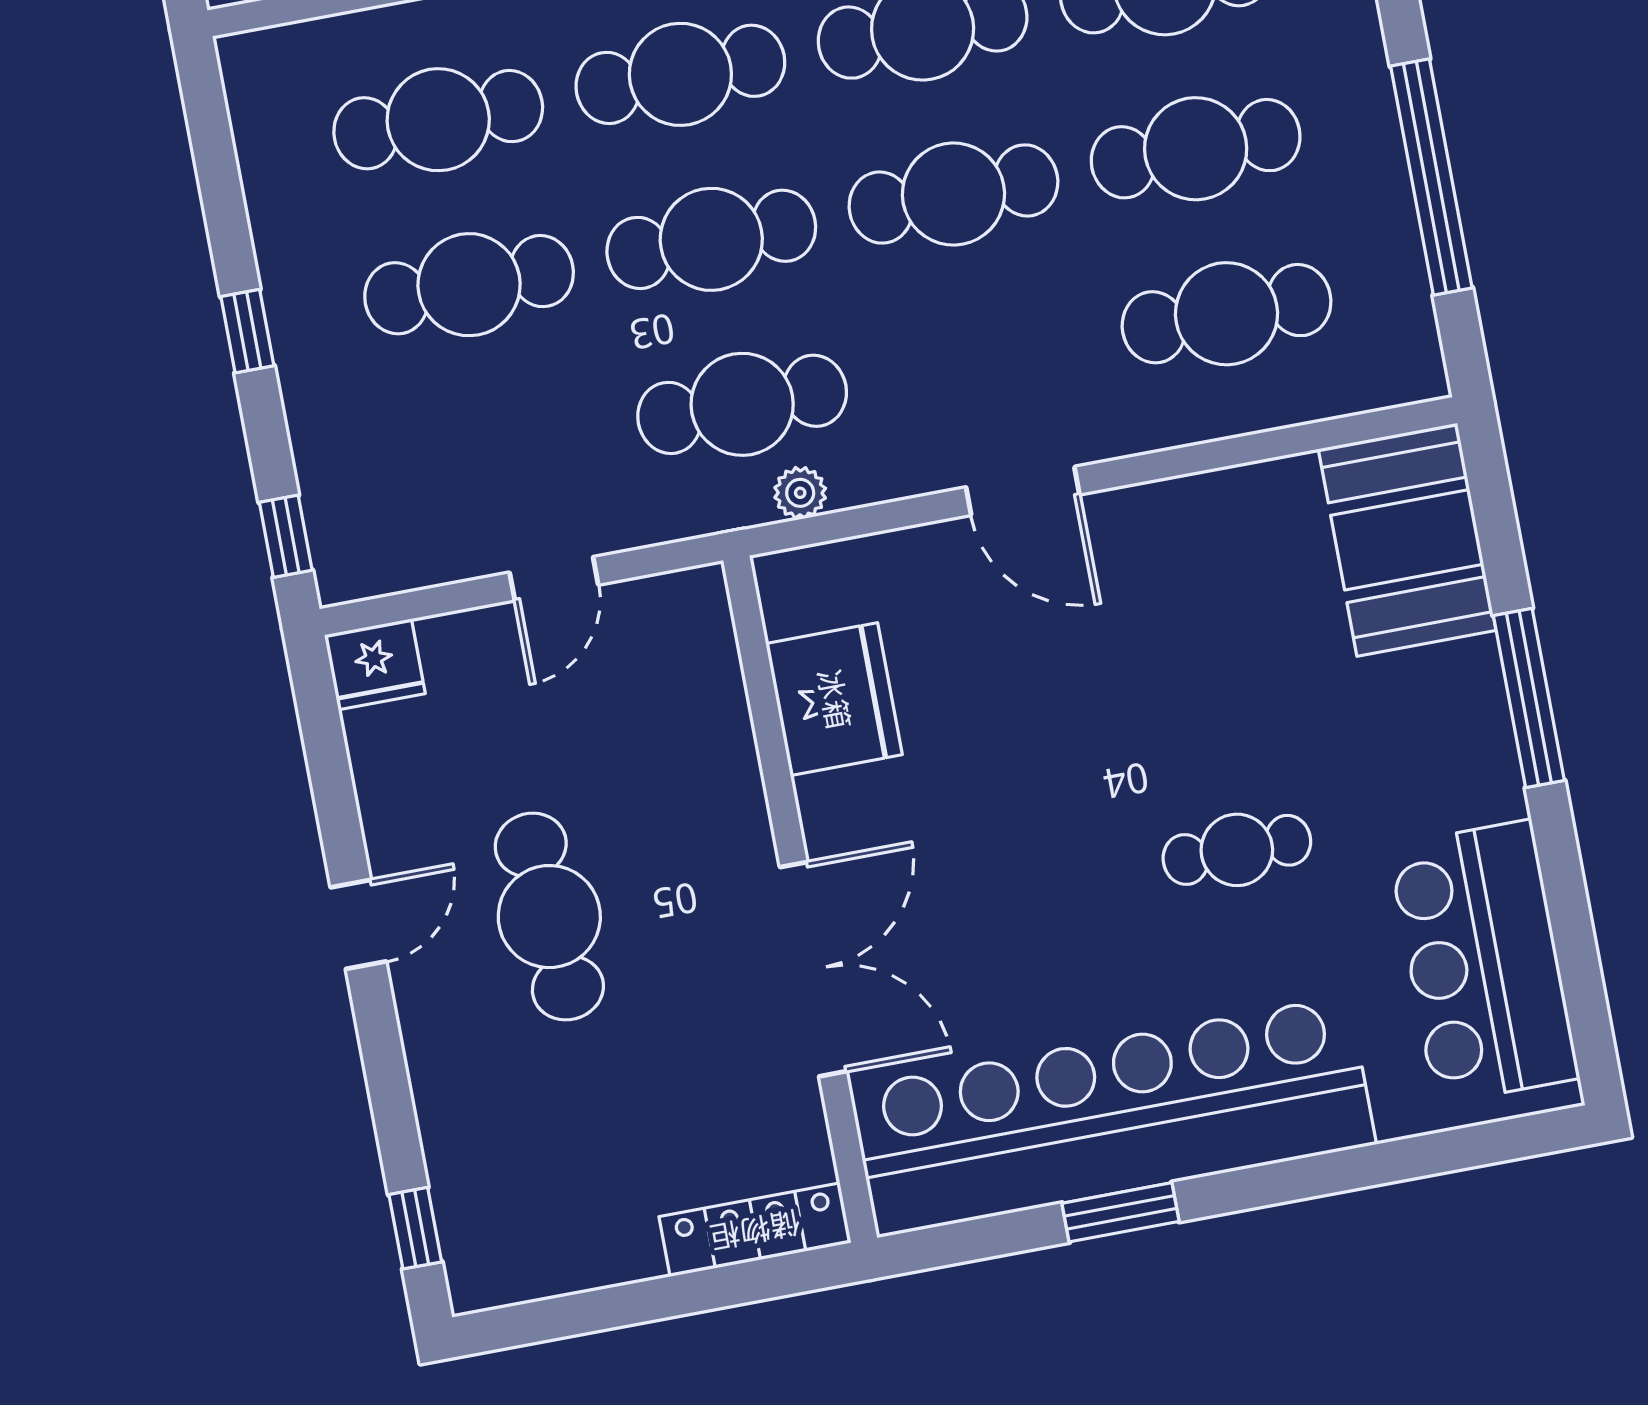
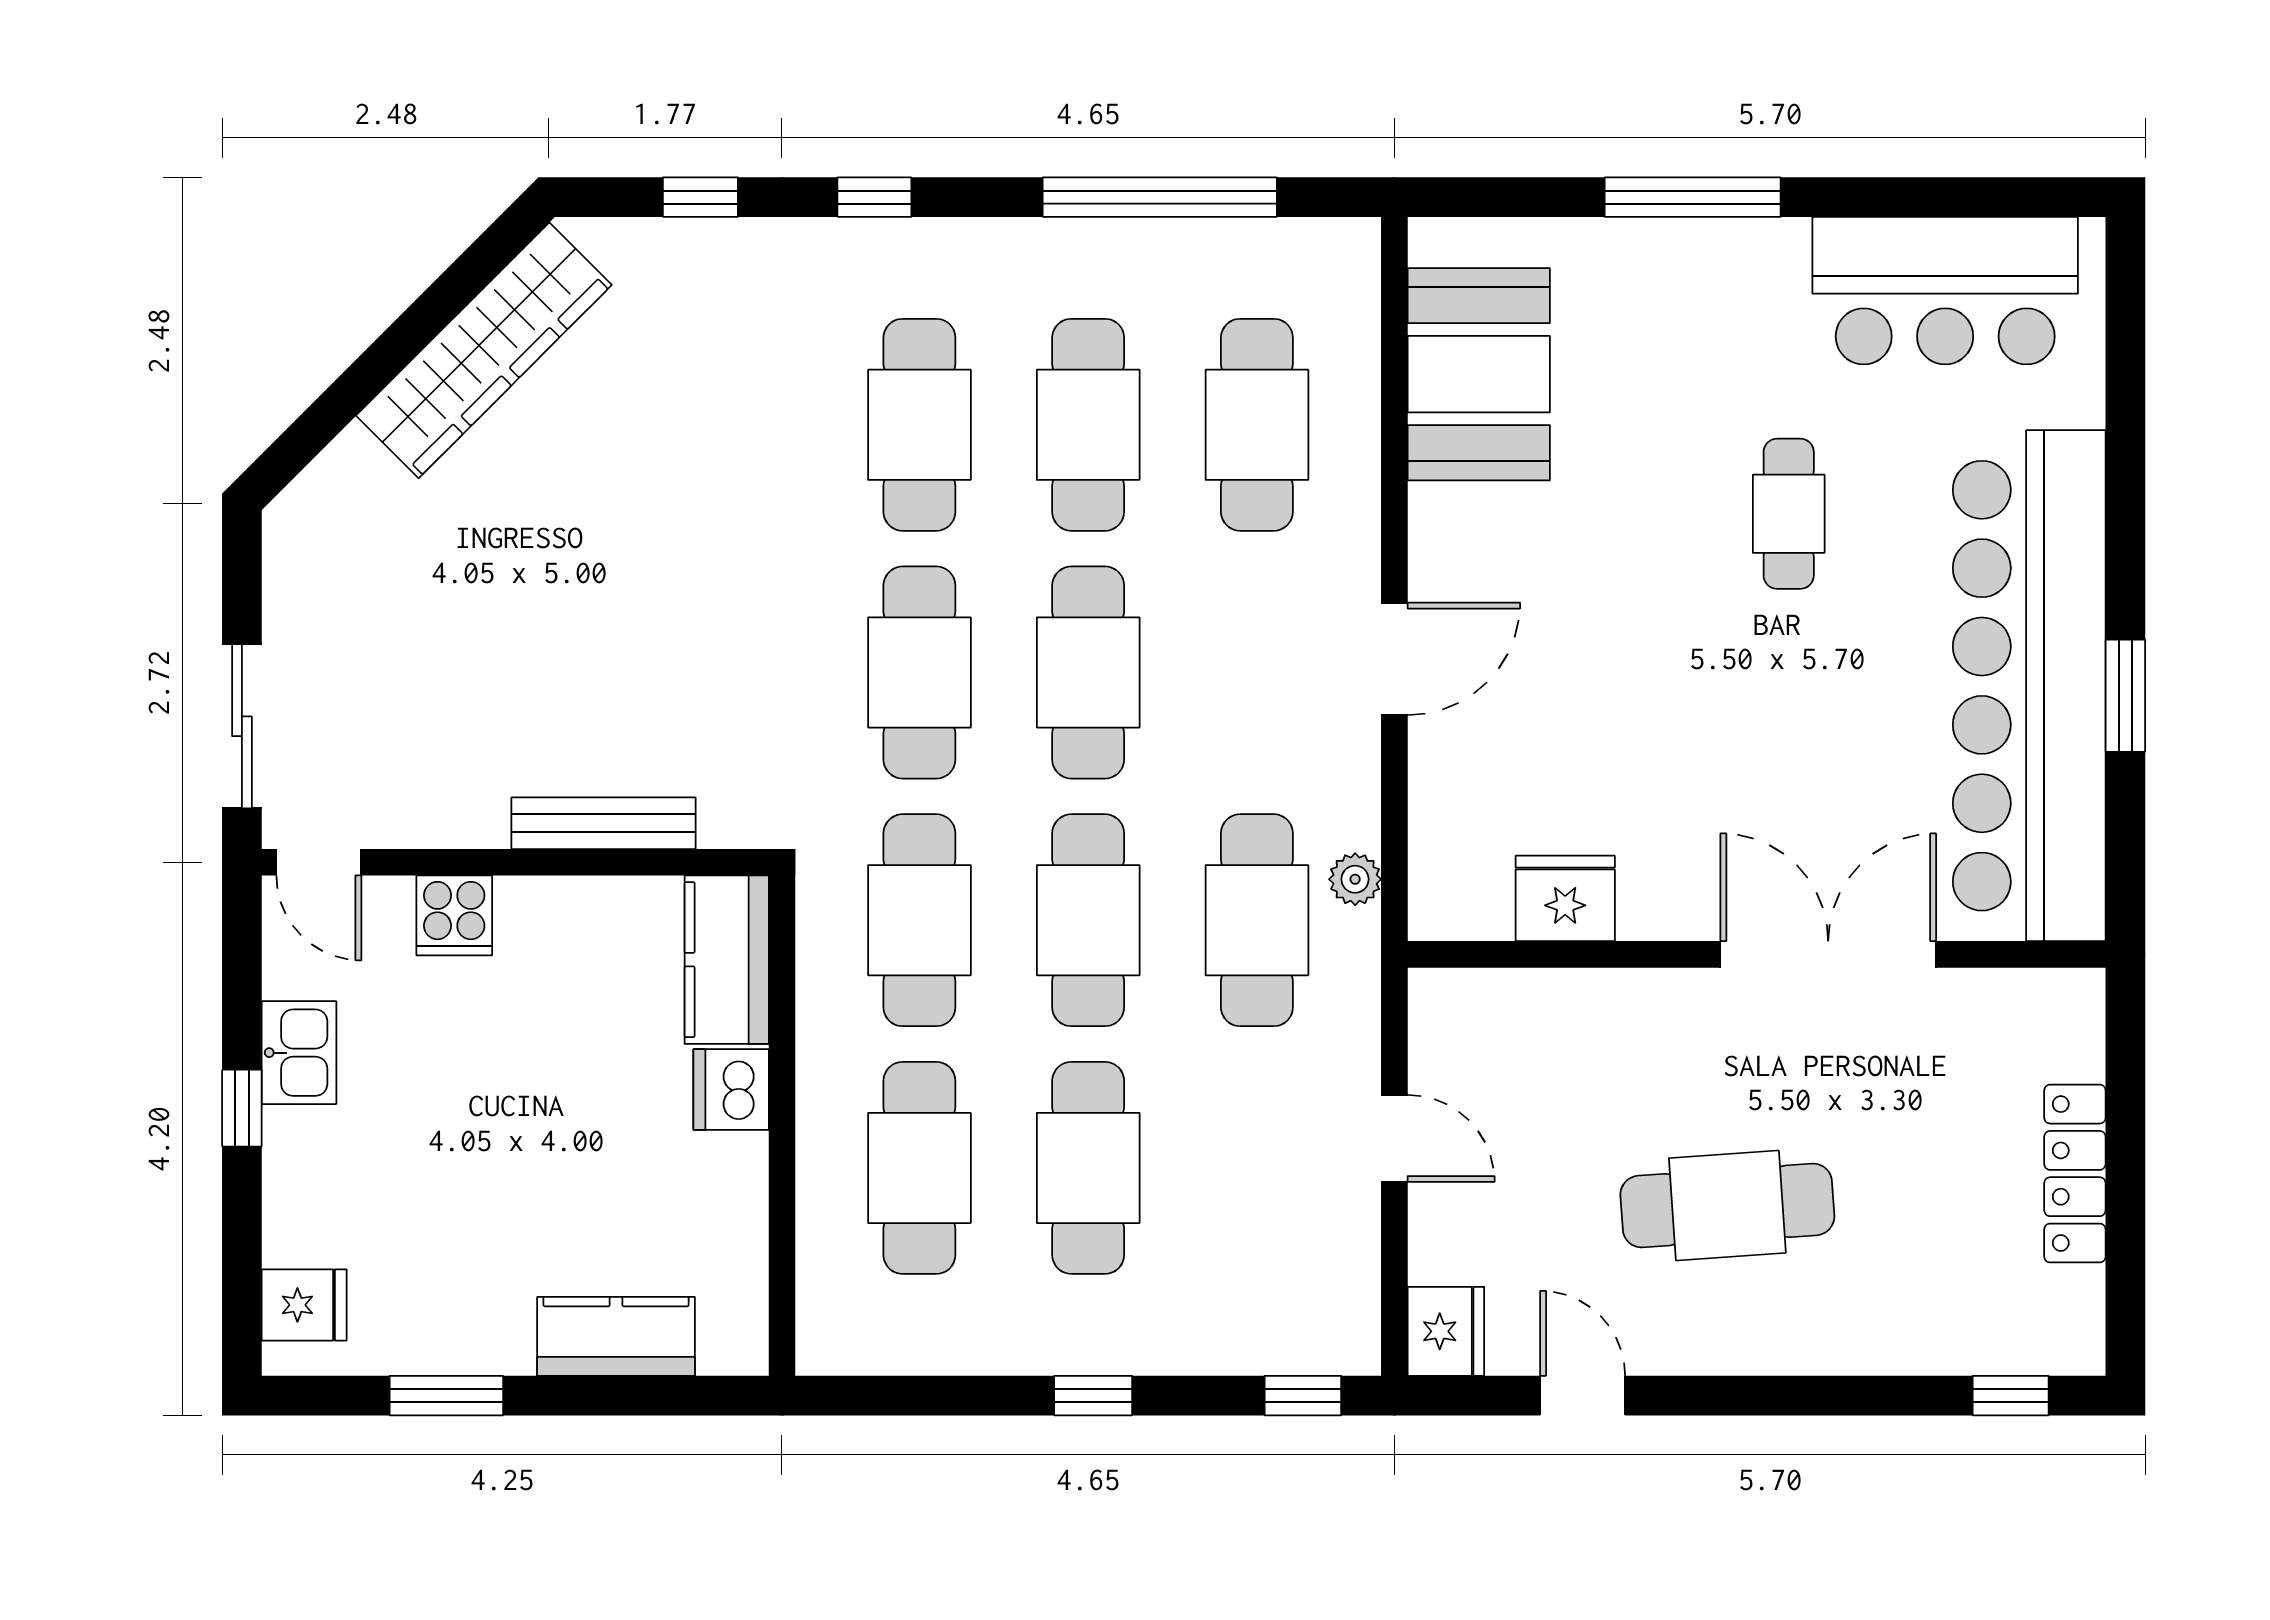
booth: (1407, 540) -> (1479, 374), moved, turned 90
fridge: (834, 699) -> (1565, 898), width x0.73, depth x0.75
door: (358, 924) -> (1583, 1396), moved
locker: (755, 1230) -> (2075, 1174), moved

